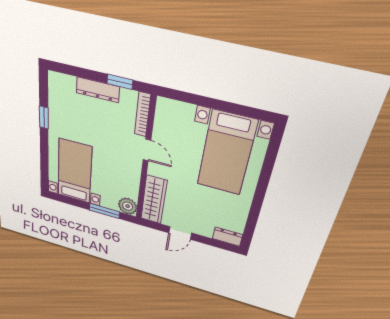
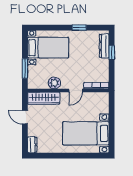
window: (120, 82) -> (112, 52), moved
dresser: (98, 90) -> (104, 46), moved
plant: (128, 206) -> (54, 83), moved

